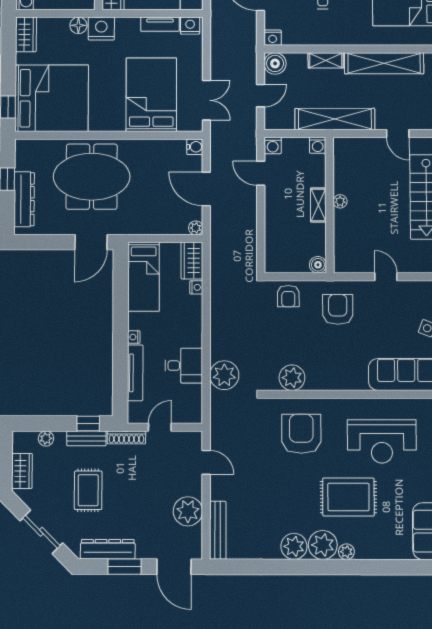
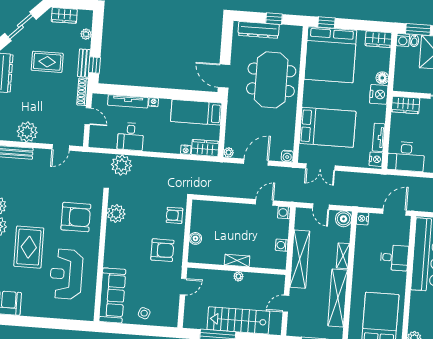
plant: (340, 201) -> (238, 276), moved
shelving: (318, 205) -> (237, 260), moved
wall: (330, 205) -> (236, 269), moved

